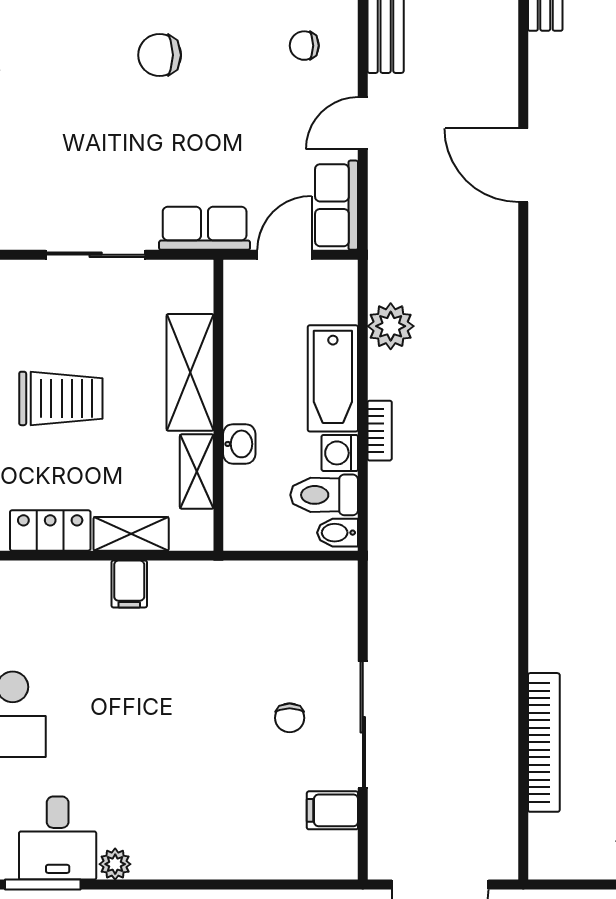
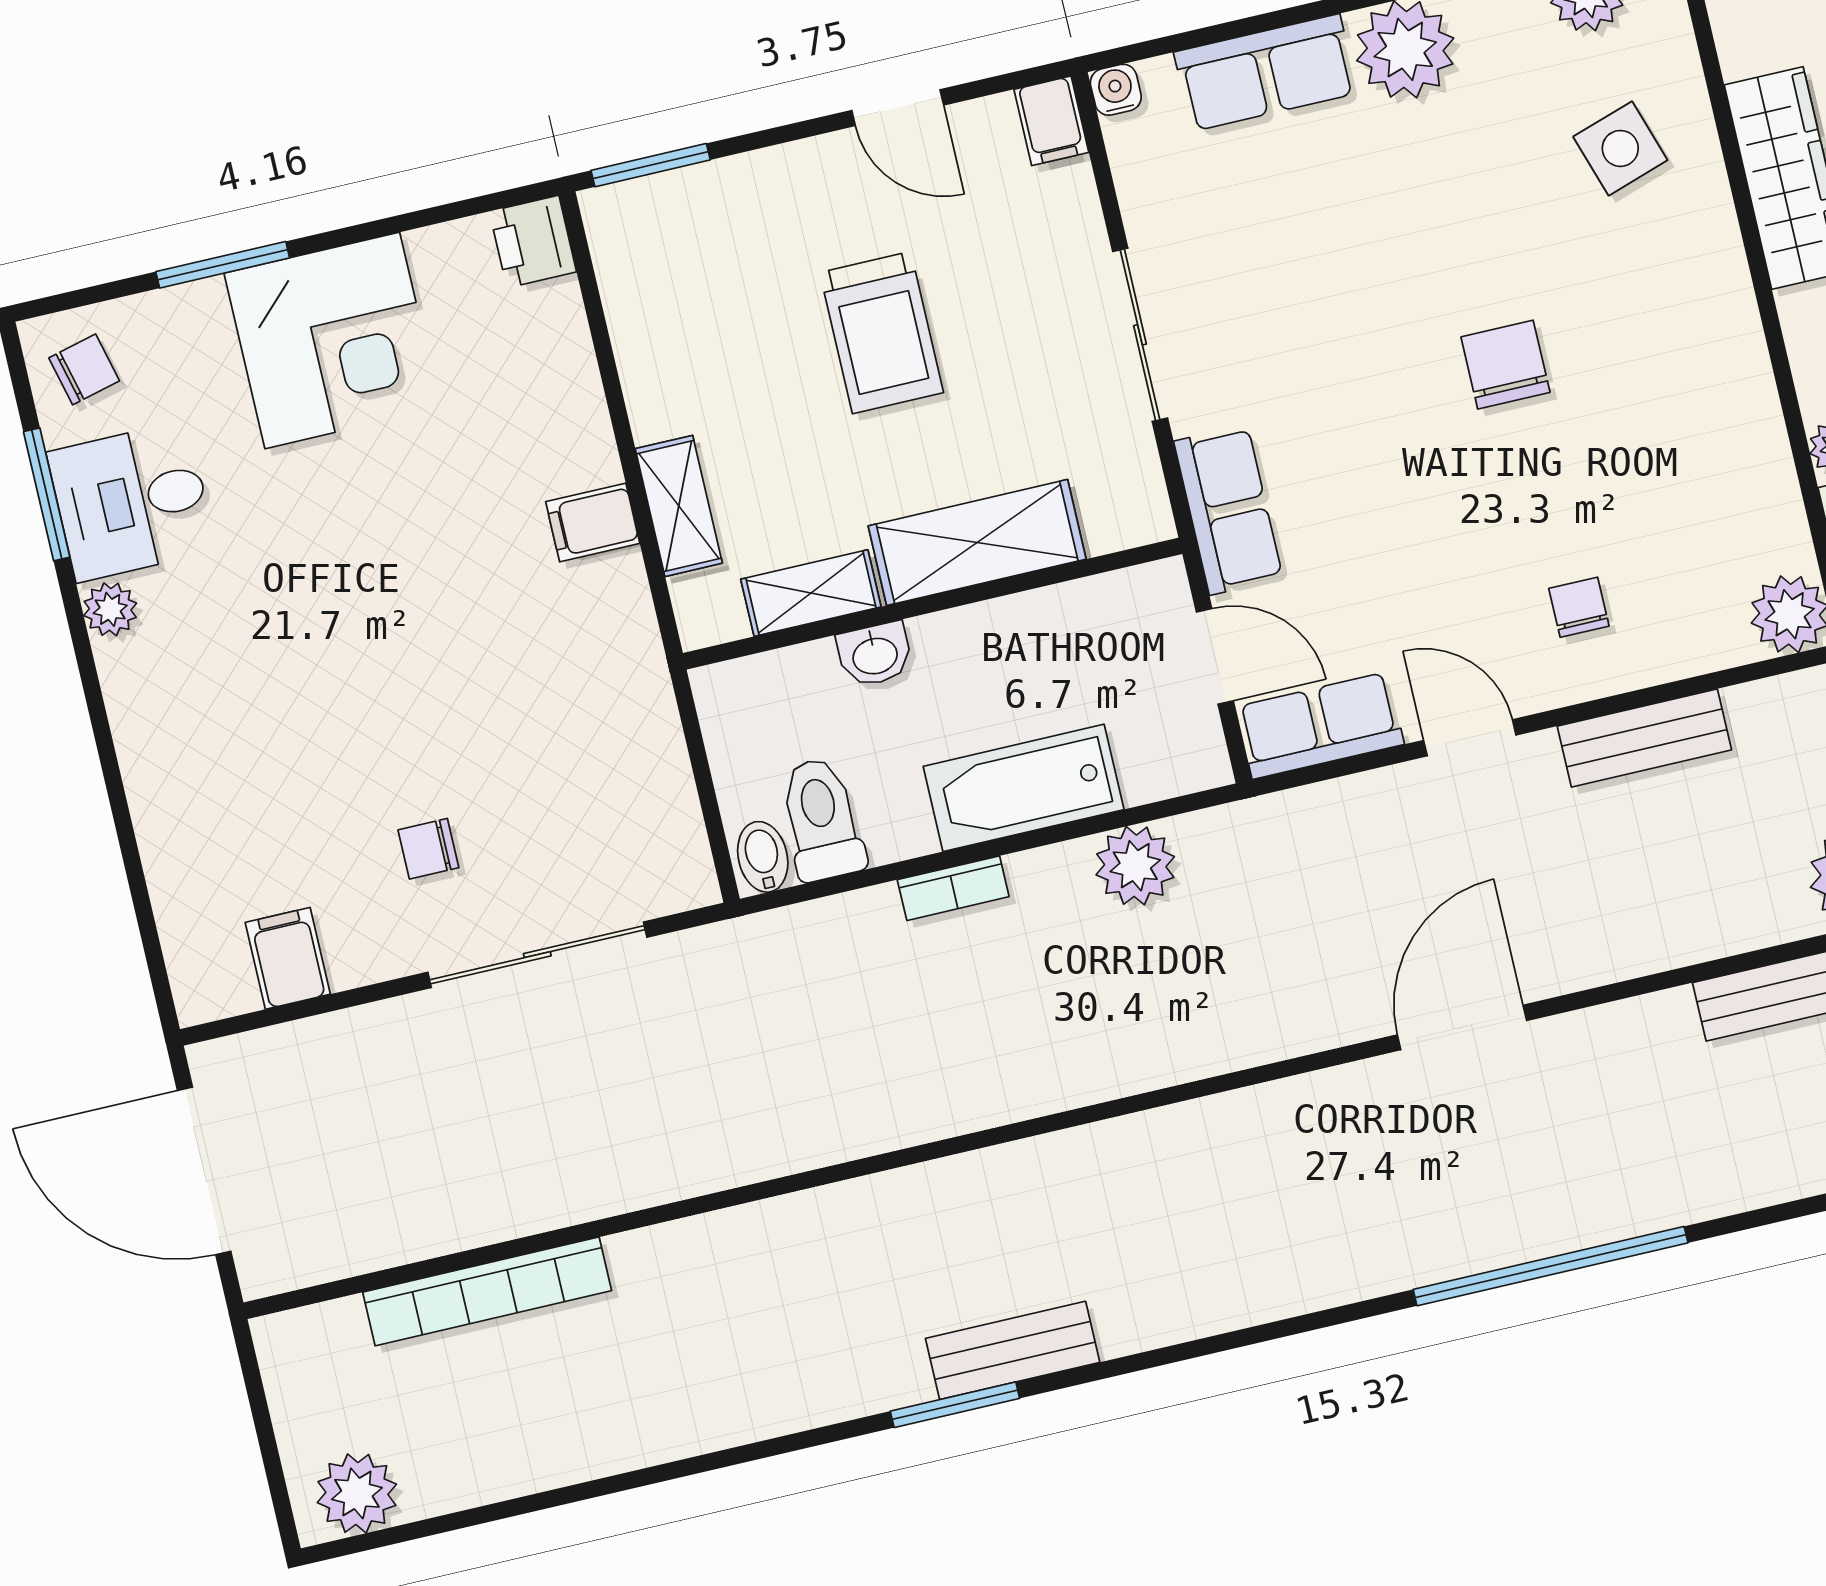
washing machine: (340, 453) -> (899, 829), removed
locker: (50, 530) -> (653, 367), removed
sliding door: (363, 725) -> (537, 955), moved

